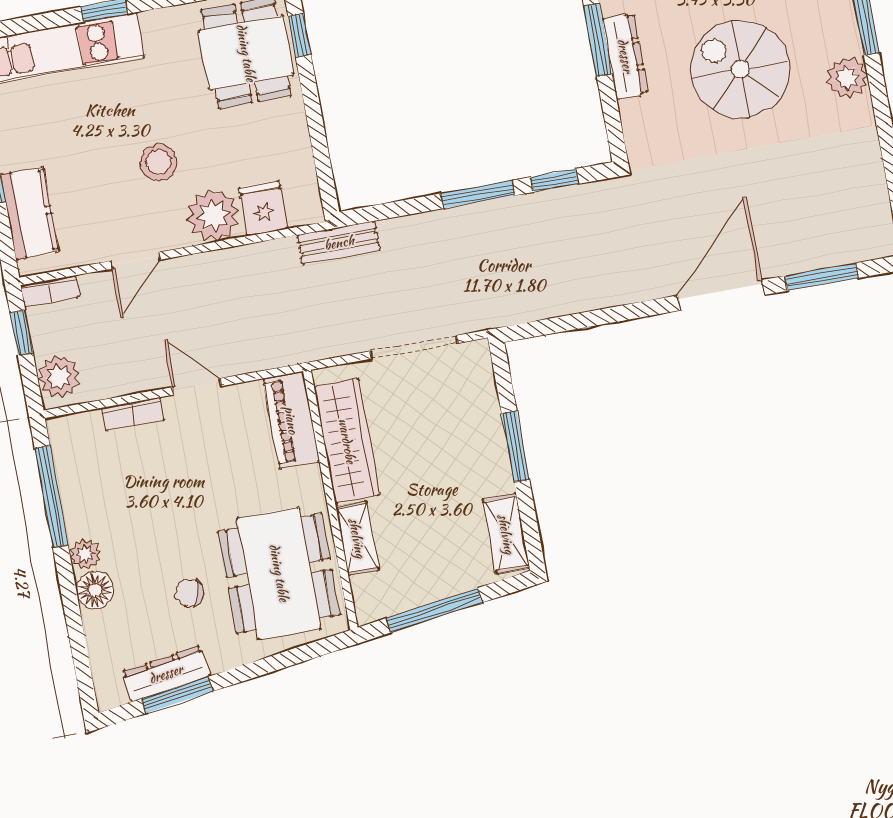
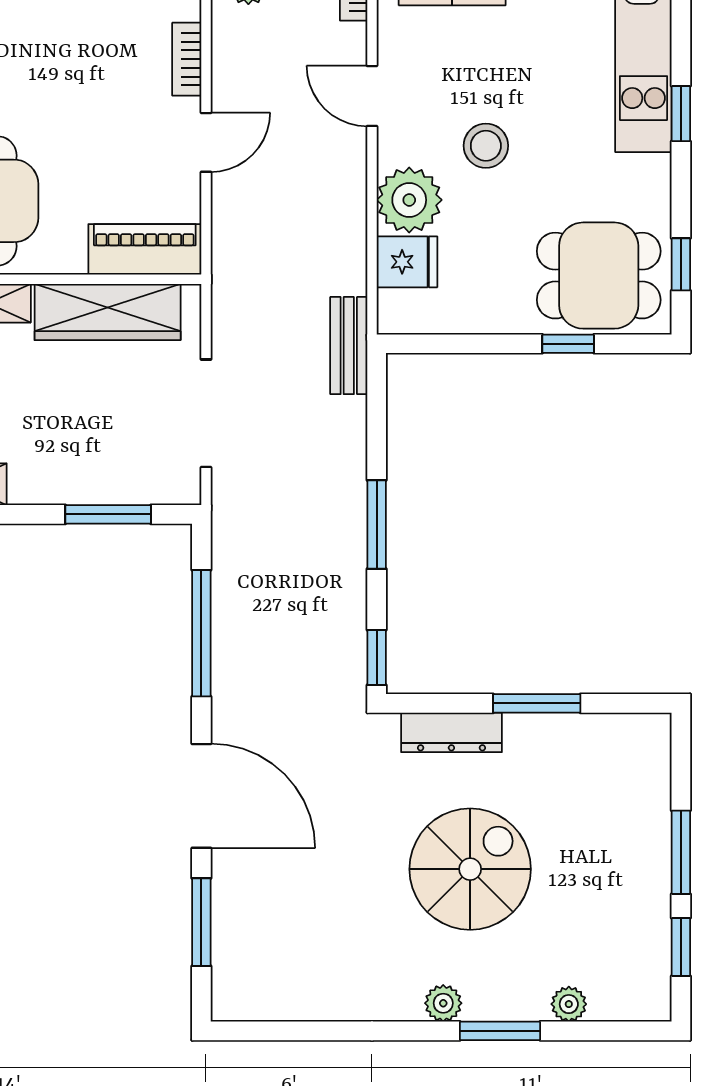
window: (299, 35) -> (568, 344), moved
dresser: (625, 56) -> (451, 732), moved
plant: (847, 78) -> (443, 1003), width x0.73, depth x0.73
window: (555, 180) -> (377, 657), moved
window: (591, 319) -> (201, 633), added
window: (515, 446) -> (108, 514), moved

